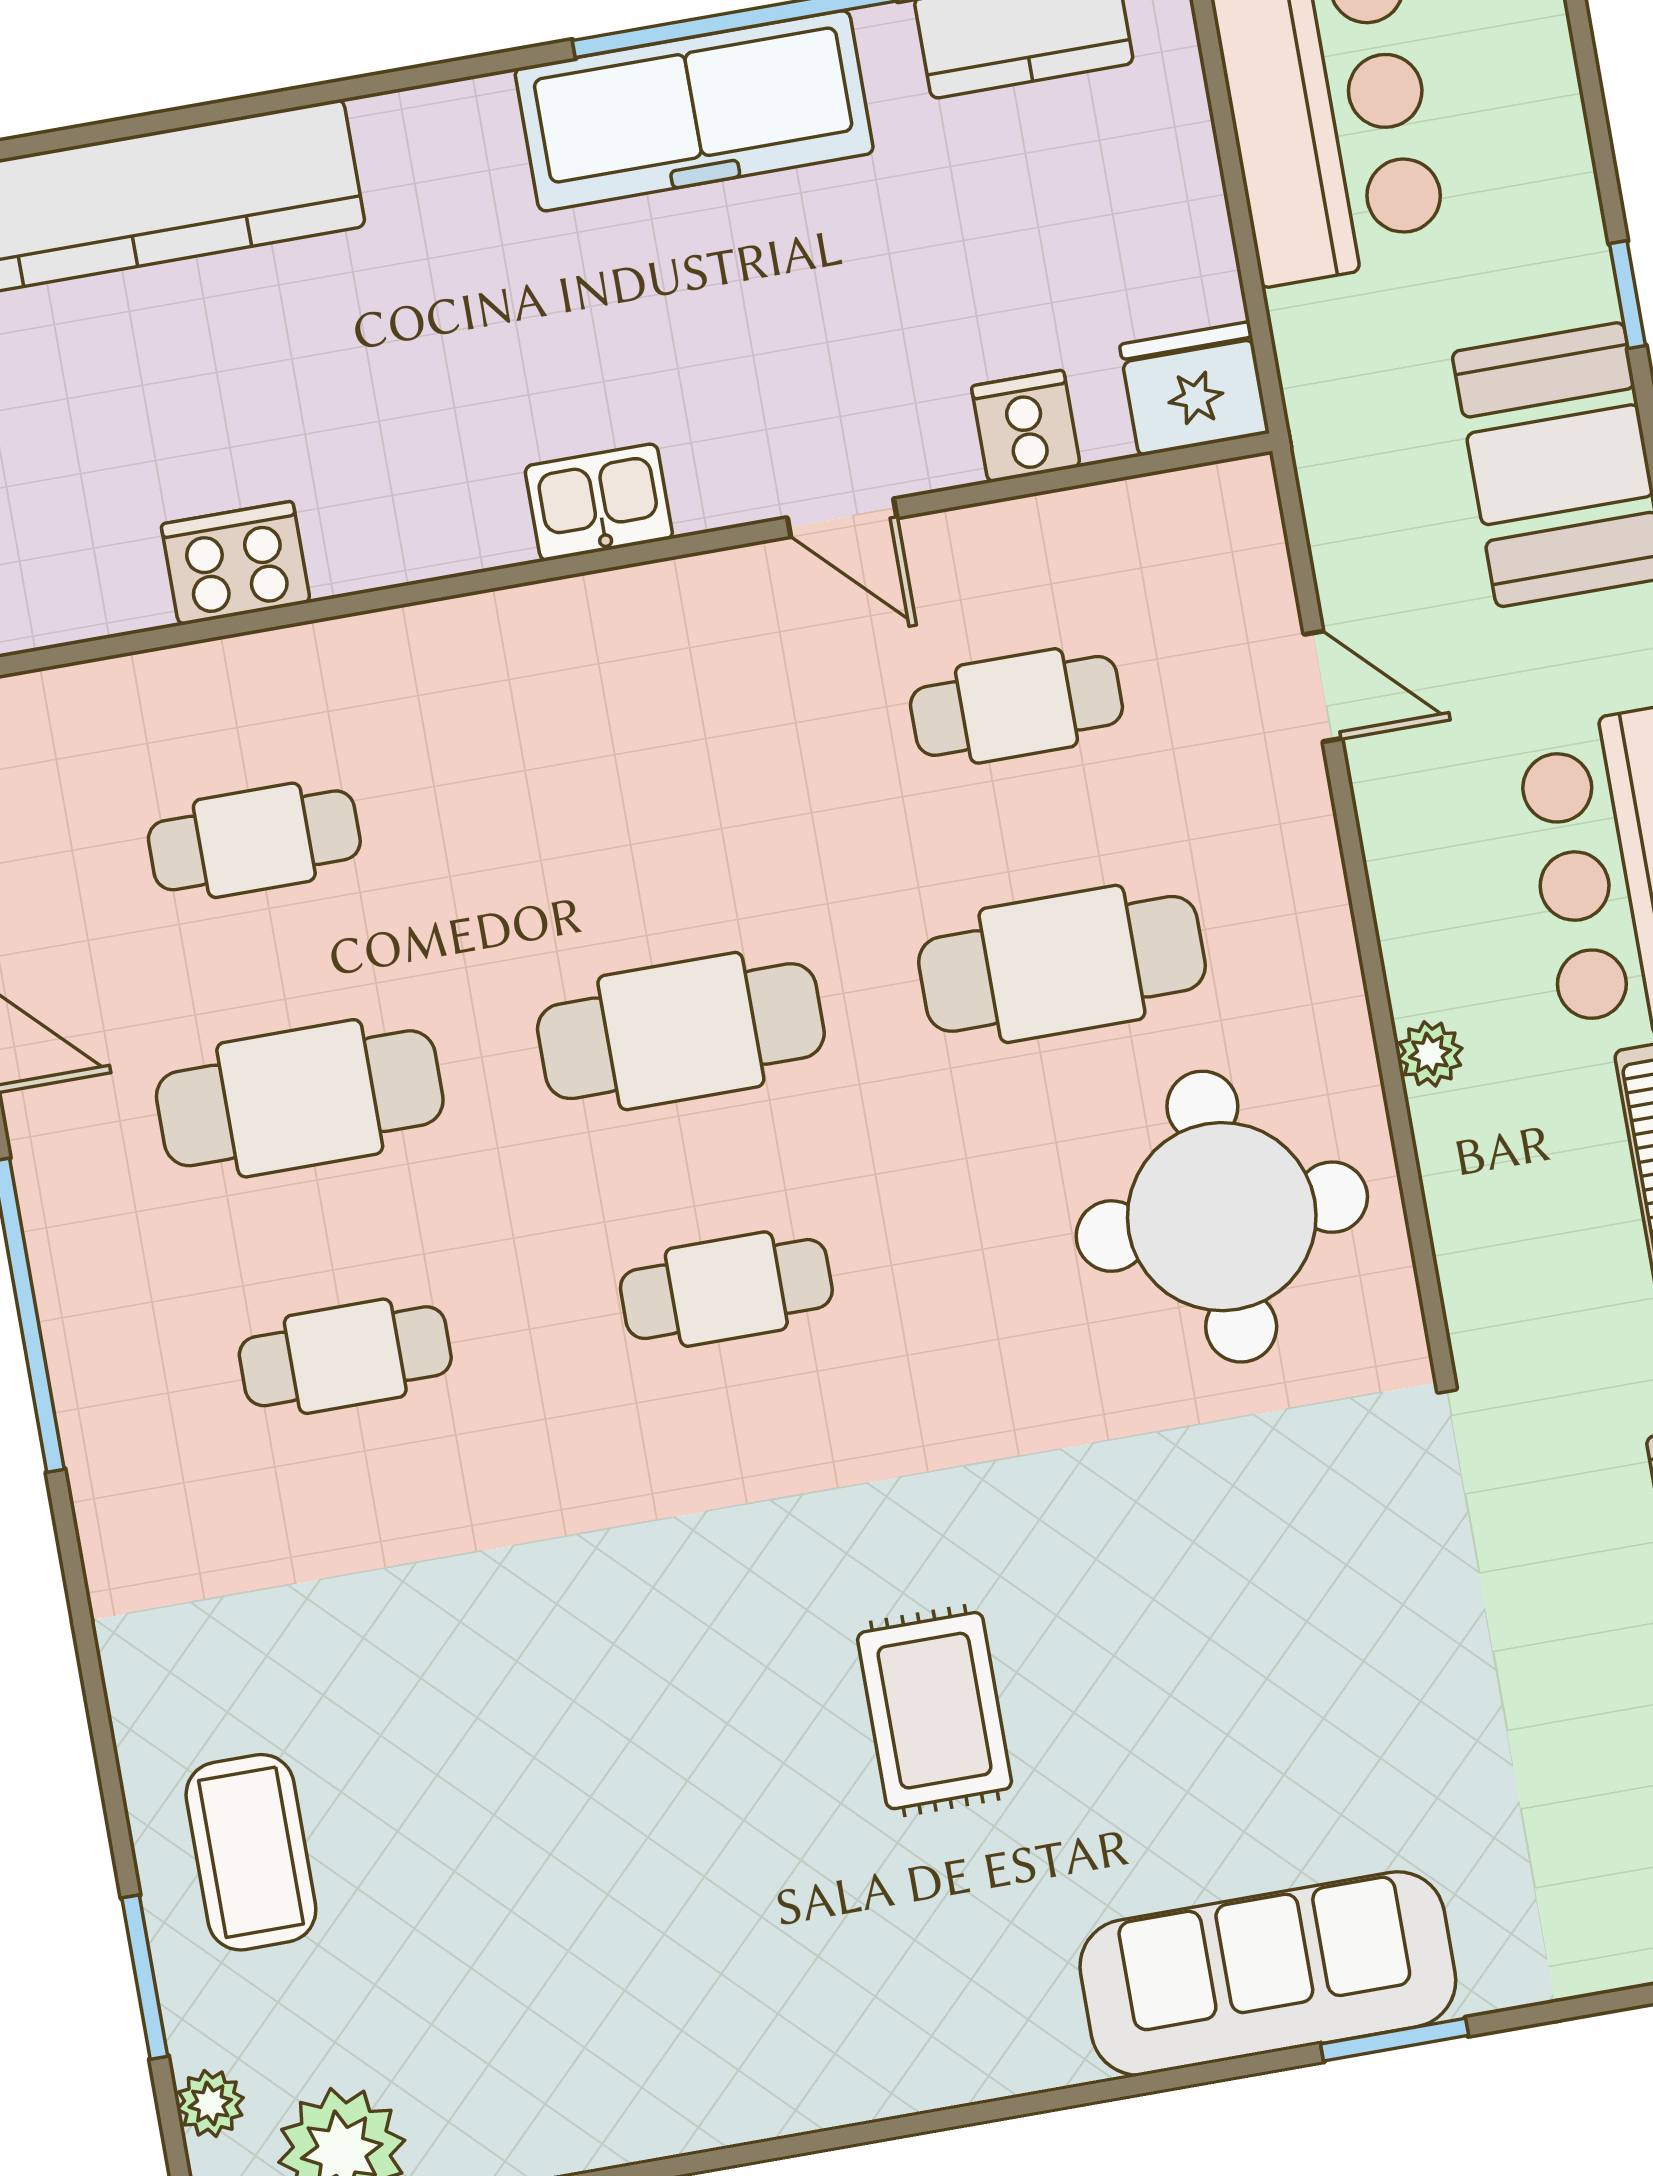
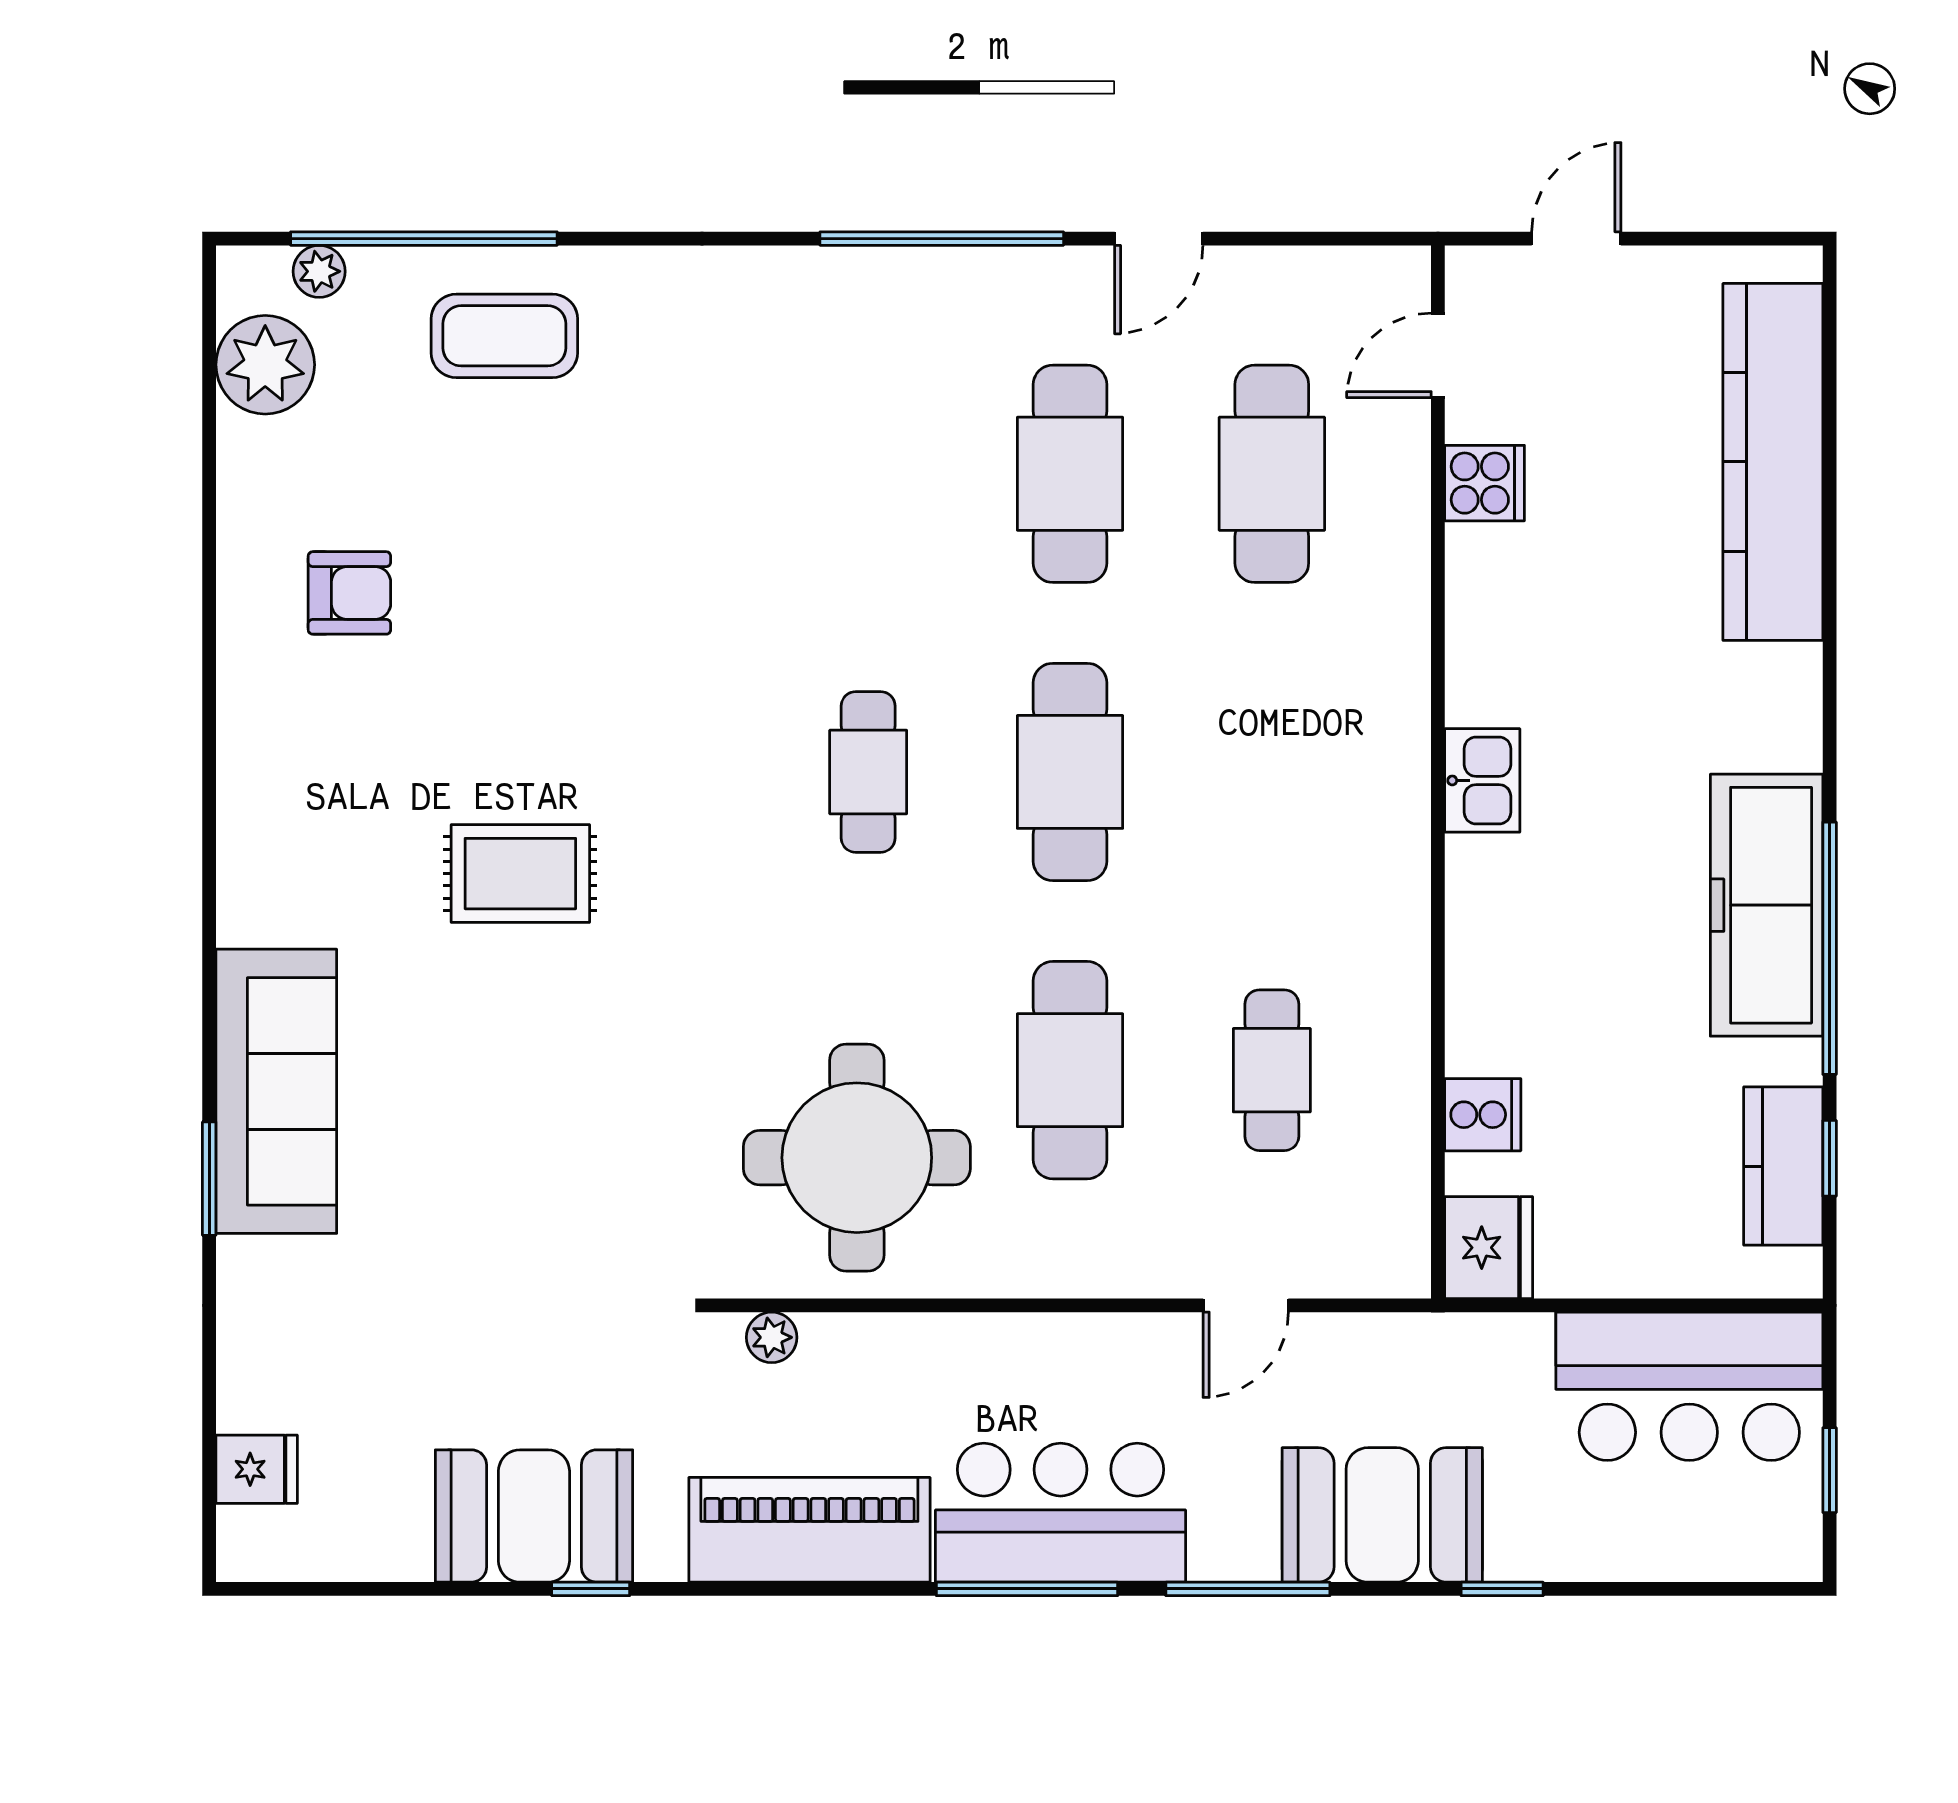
door: (842, 518) -> (1438, 355), moved
cooker: (236, 563) -> (1485, 483), width x0.73
cafe table: (254, 840) -> (1272, 474), width x1.37, depth x1.35
plant: (1430, 1054) -> (772, 1337), moved
cafe table: (345, 1356) -> (868, 474), removed
window: (145, 1977) -> (424, 239), width x2.11
armchair: (614, 1992) -> (349, 593), added

